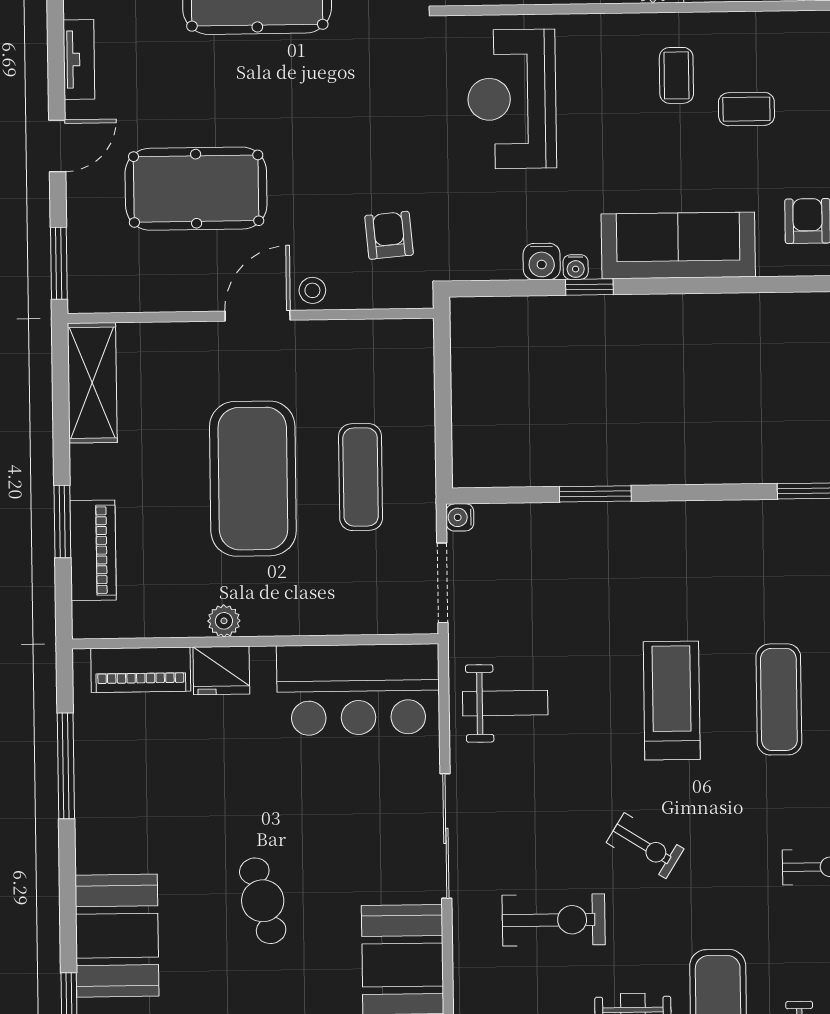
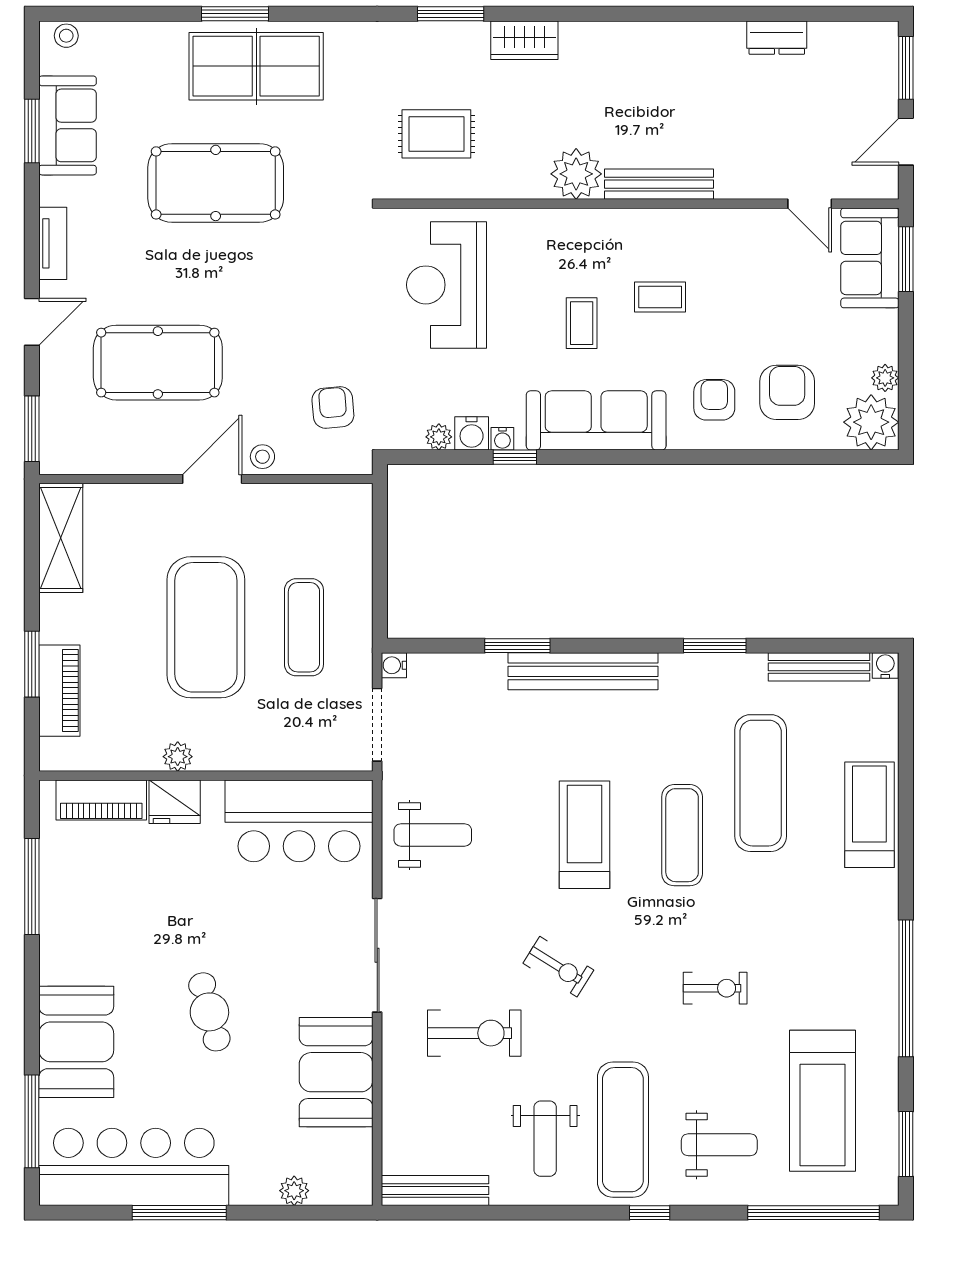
coffee table: (676, 75) -> (582, 323), moved
plant: (506, 266) -> (439, 437), added
bench: (668, 521) -> (583, 671), added

